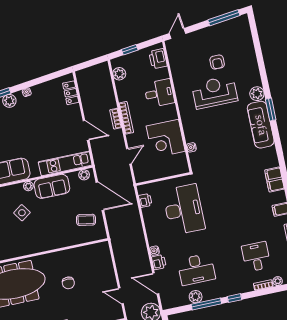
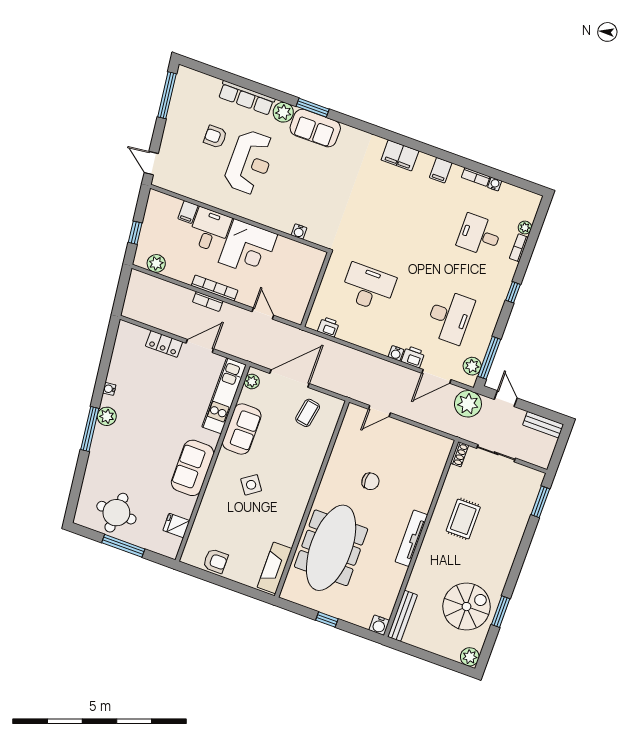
printer: (158, 59) -> (167, 206), removed
armchair: (217, 62) -> (215, 137), turned 180
row of seats: (252, 66) -> (246, 98), added
filing cabinet: (162, 74) -> (188, 212), added
reception desk: (215, 92) -> (250, 162), turned 180
locker: (71, 93) -> (164, 344), moved
sofa: (261, 125) -> (315, 128), width x0.73
corner desk: (166, 139) -> (248, 248), moved
plant: (28, 186) -> (224, 457), removed
desk: (184, 210) -> (368, 287), width x0.73, depth x0.77
door: (121, 296) -> (379, 411), moved
plant: (196, 297) -> (472, 366), moved
window: (206, 304) -> (489, 358), moved

